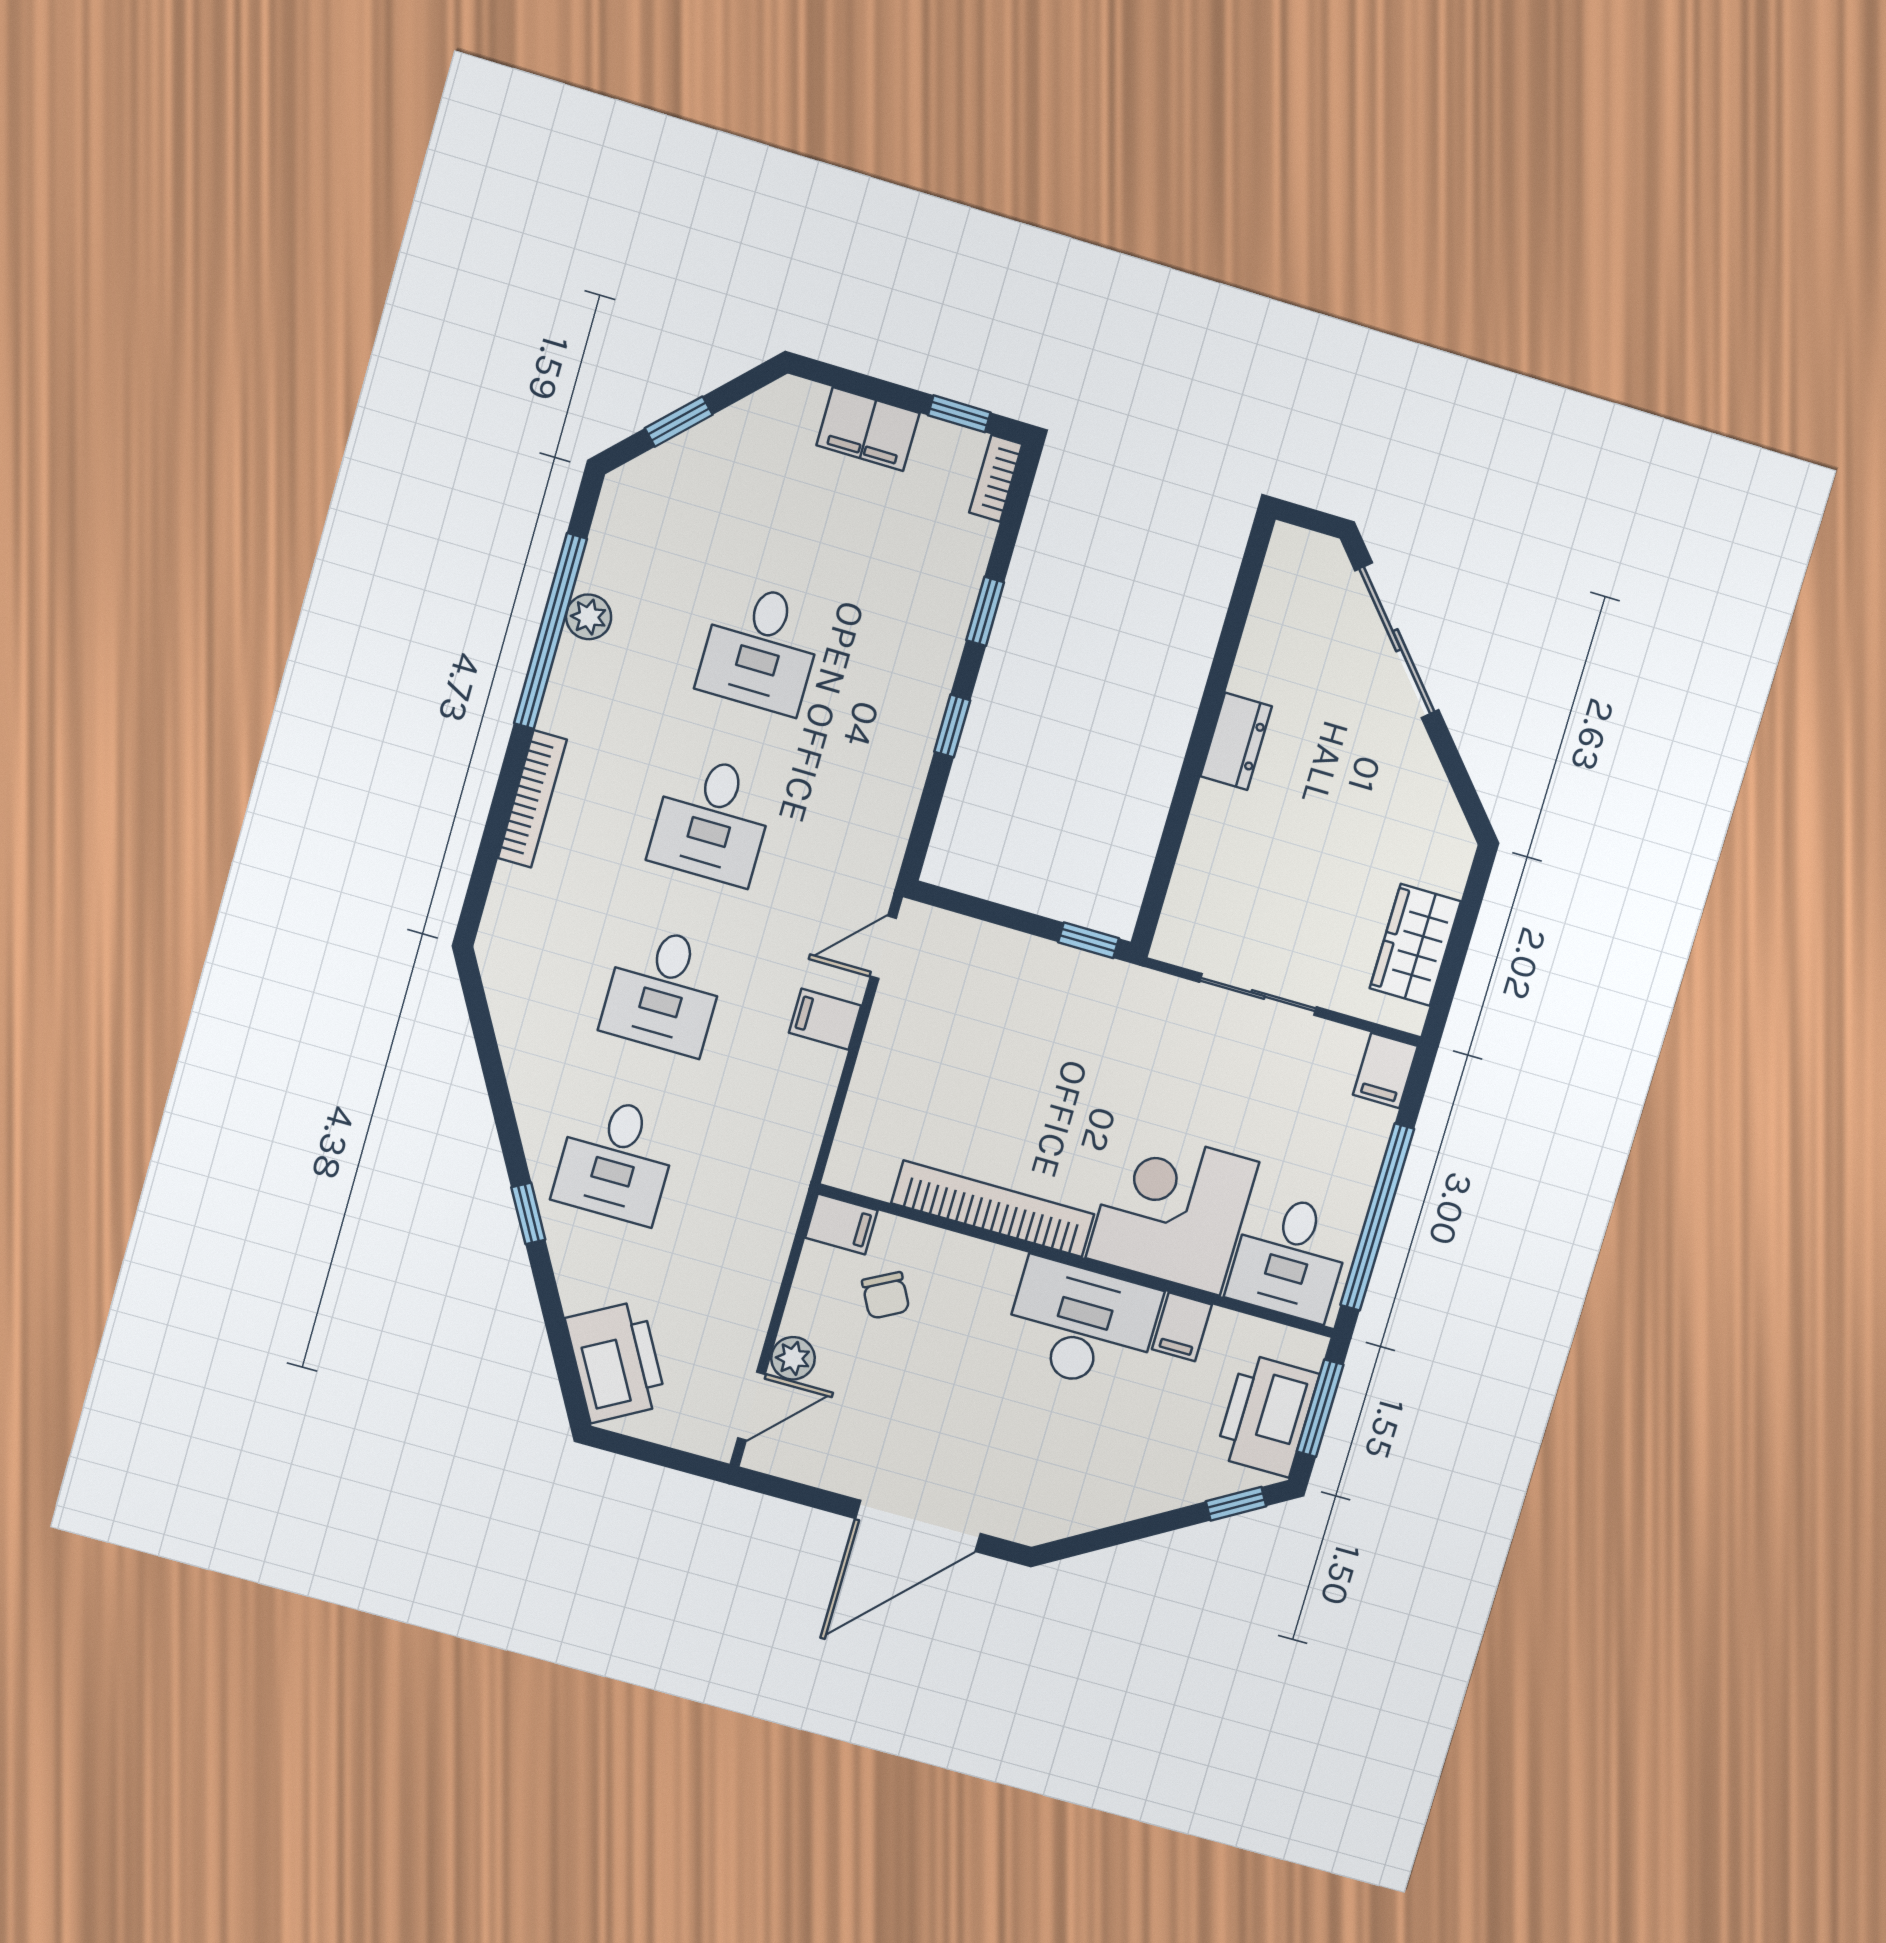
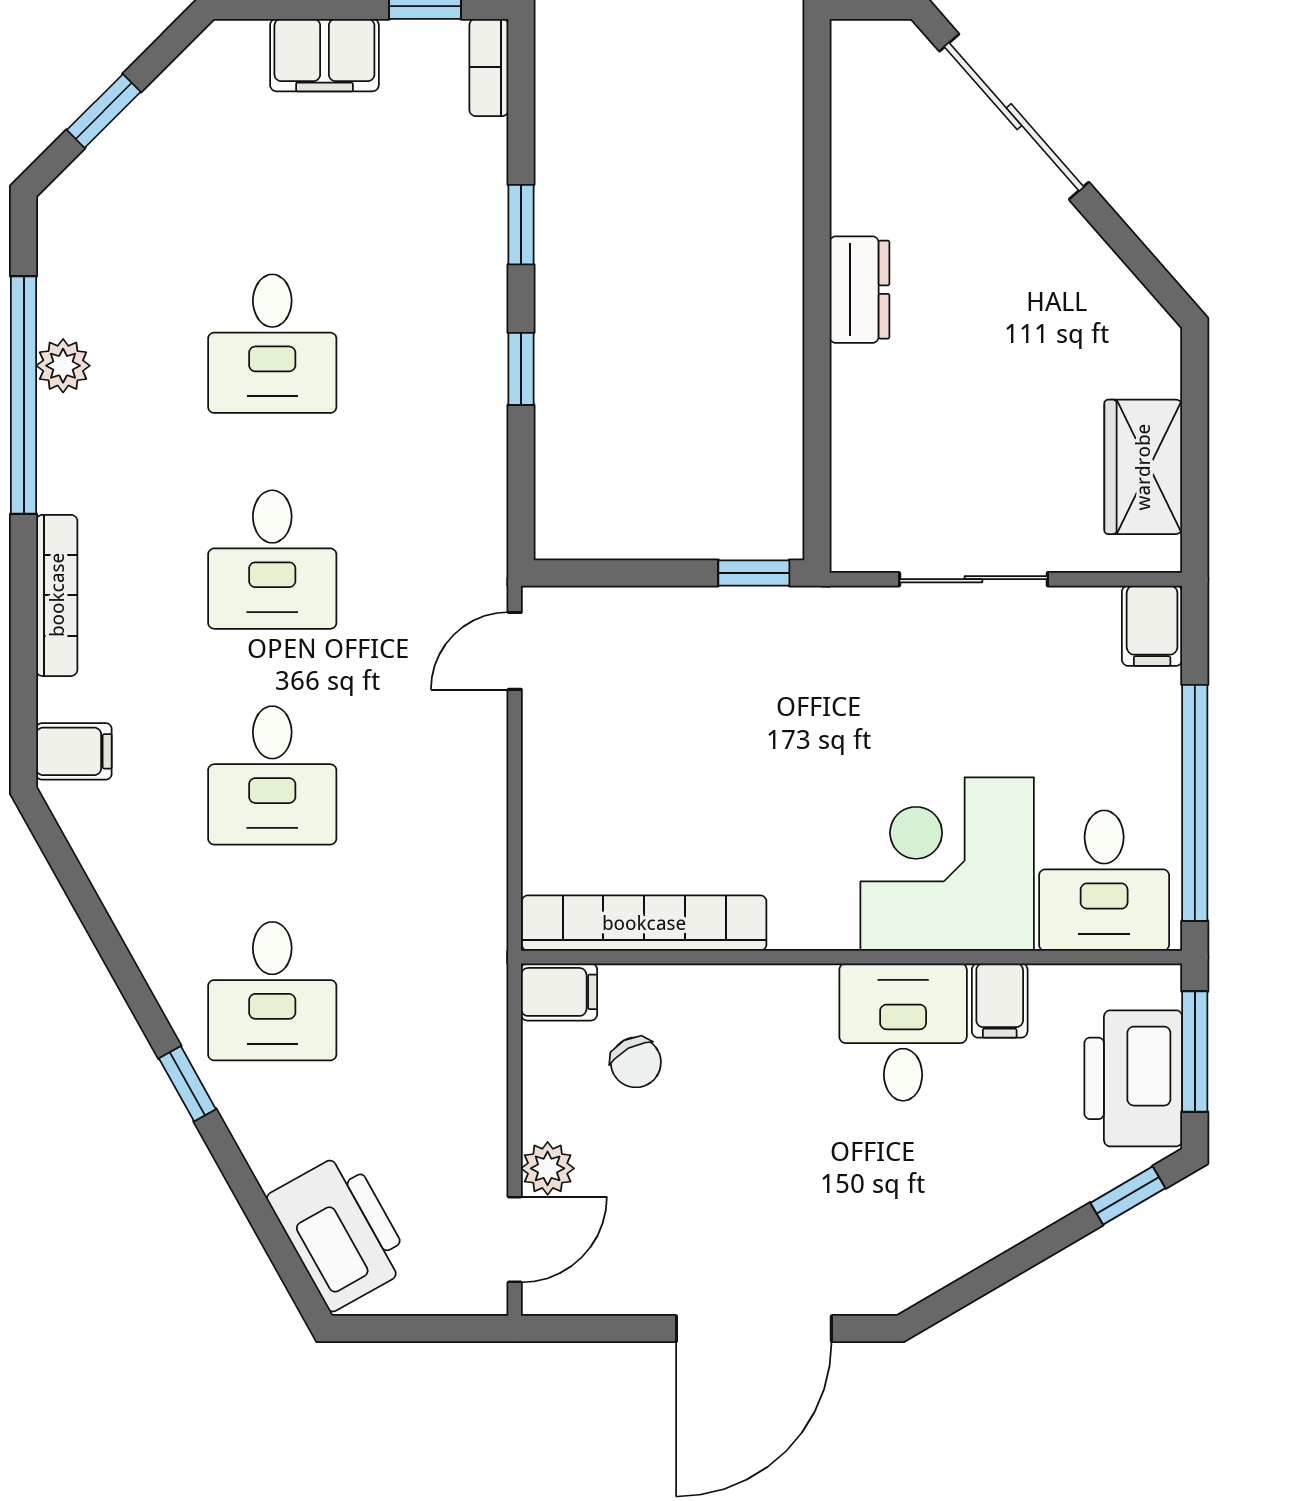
filing cabinet: (825, 1019) -> (74, 751), moved, turned 180
bookcase: (993, 1209) -> (644, 923), moved
desk: (1082, 1325) -> (903, 1032), width x0.73

